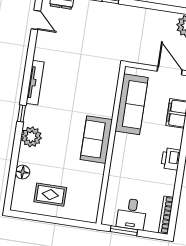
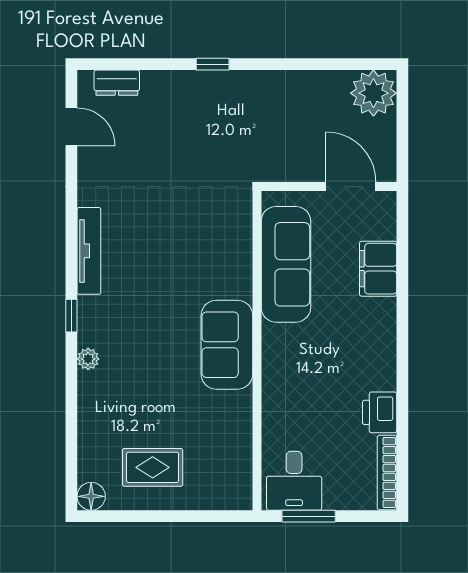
plant: (31, 137) -> (88, 359), width x0.53, depth x0.53
printer: (171, 159) -> (380, 412), moved
floor lamp: (23, 172) -> (91, 496), moved
desk: (132, 214) -> (294, 481), moved

